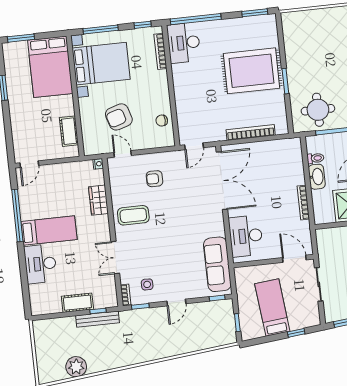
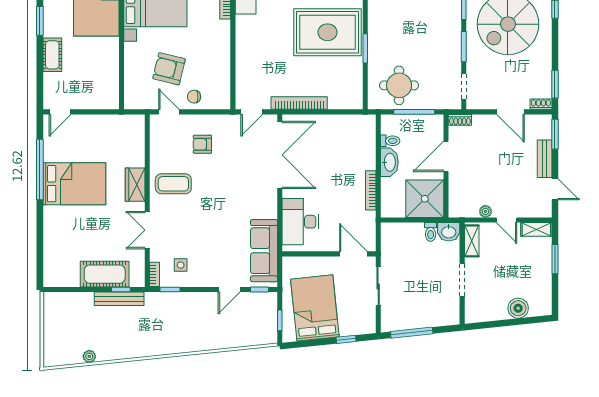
armchair: (119, 117) -> (169, 69), turned 31
chair: (162, 121) -> (194, 97), moved
cot: (69, 131) -> (52, 55), moved
bookcase: (251, 132) -> (299, 103), moved
nightstand: (98, 164) -> (139, 120), removed
wardrobe: (98, 200) -> (135, 185), moved
bed: (49, 230) -> (74, 184), width x1.50
desk: (40, 264) -> (60, 228), removed
door: (176, 302) -> (229, 289), moved
cot: (77, 303) -> (105, 274), width x1.37, depth x1.34
bed: (272, 307) -> (315, 308), width x1.50
plant: (76, 367) -> (89, 356), width x0.53, depth x0.53

